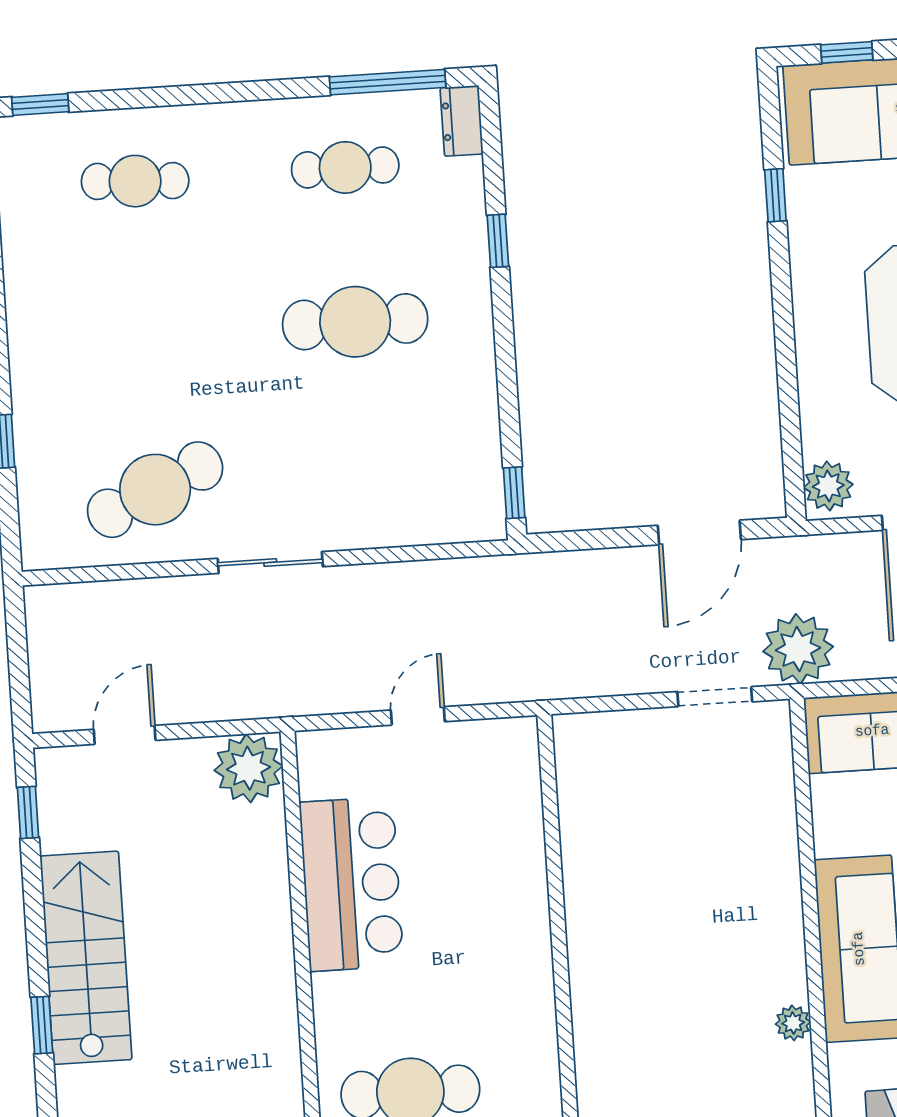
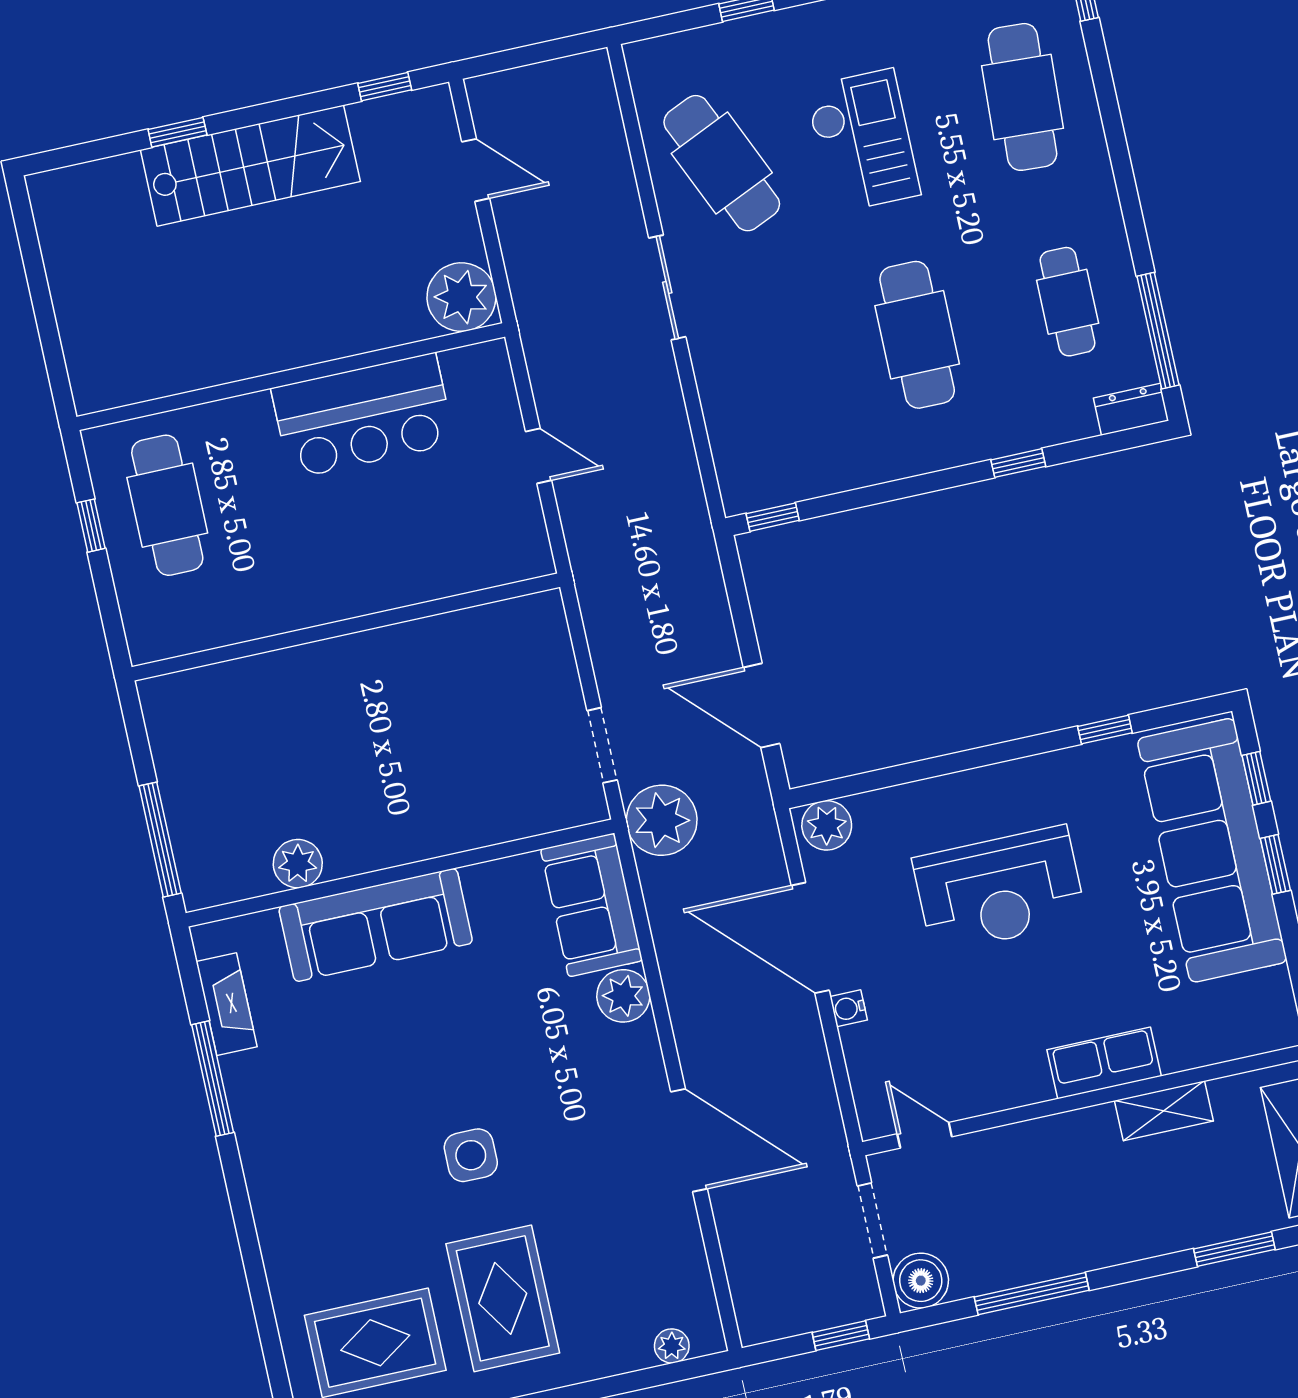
cafe table: (135, 181) -> (1022, 97), width x1.37, depth x1.35
checkout: (154, 346) -> (863, 141), added
plant: (793, 1023) -> (298, 864), width x1.38, depth x1.38

